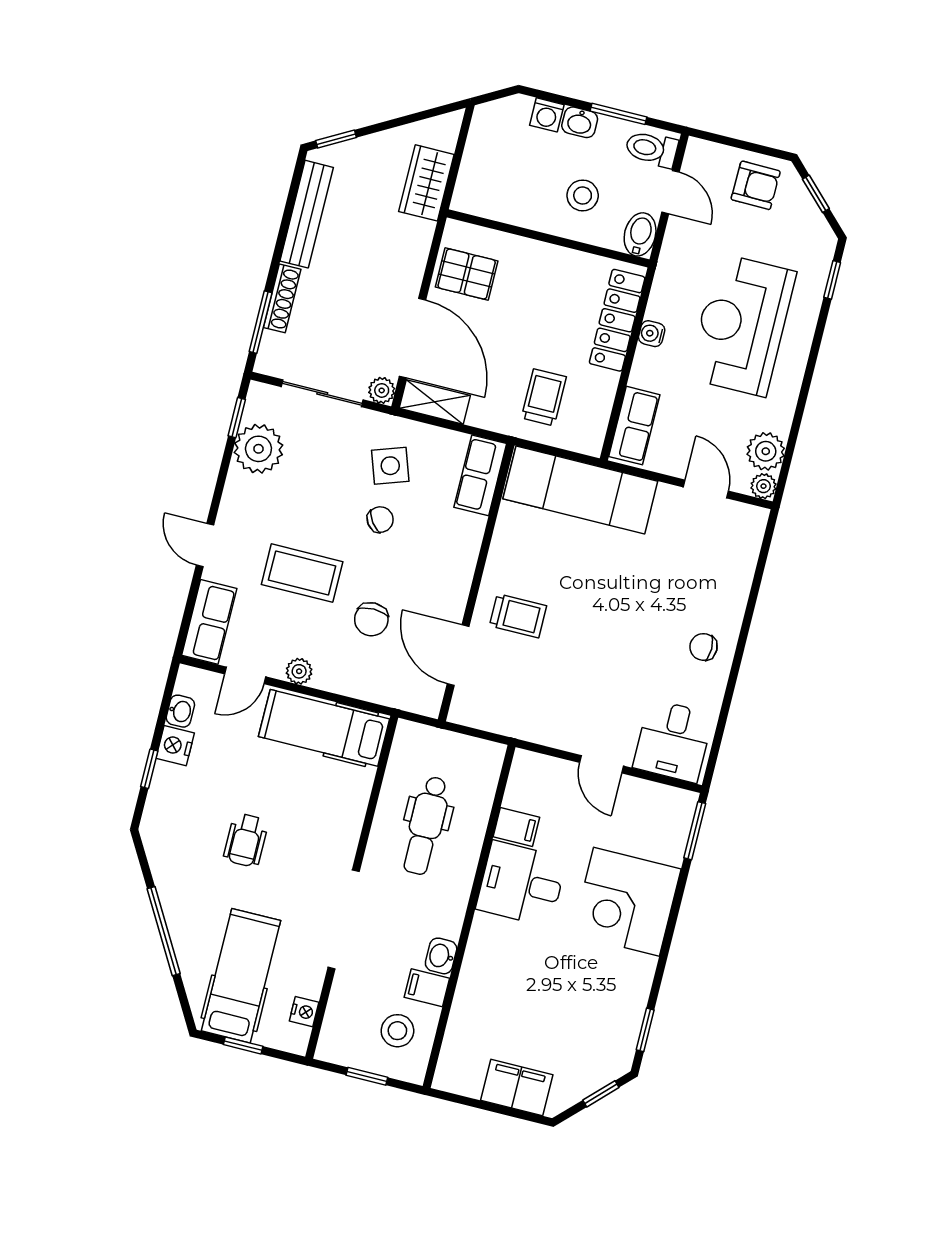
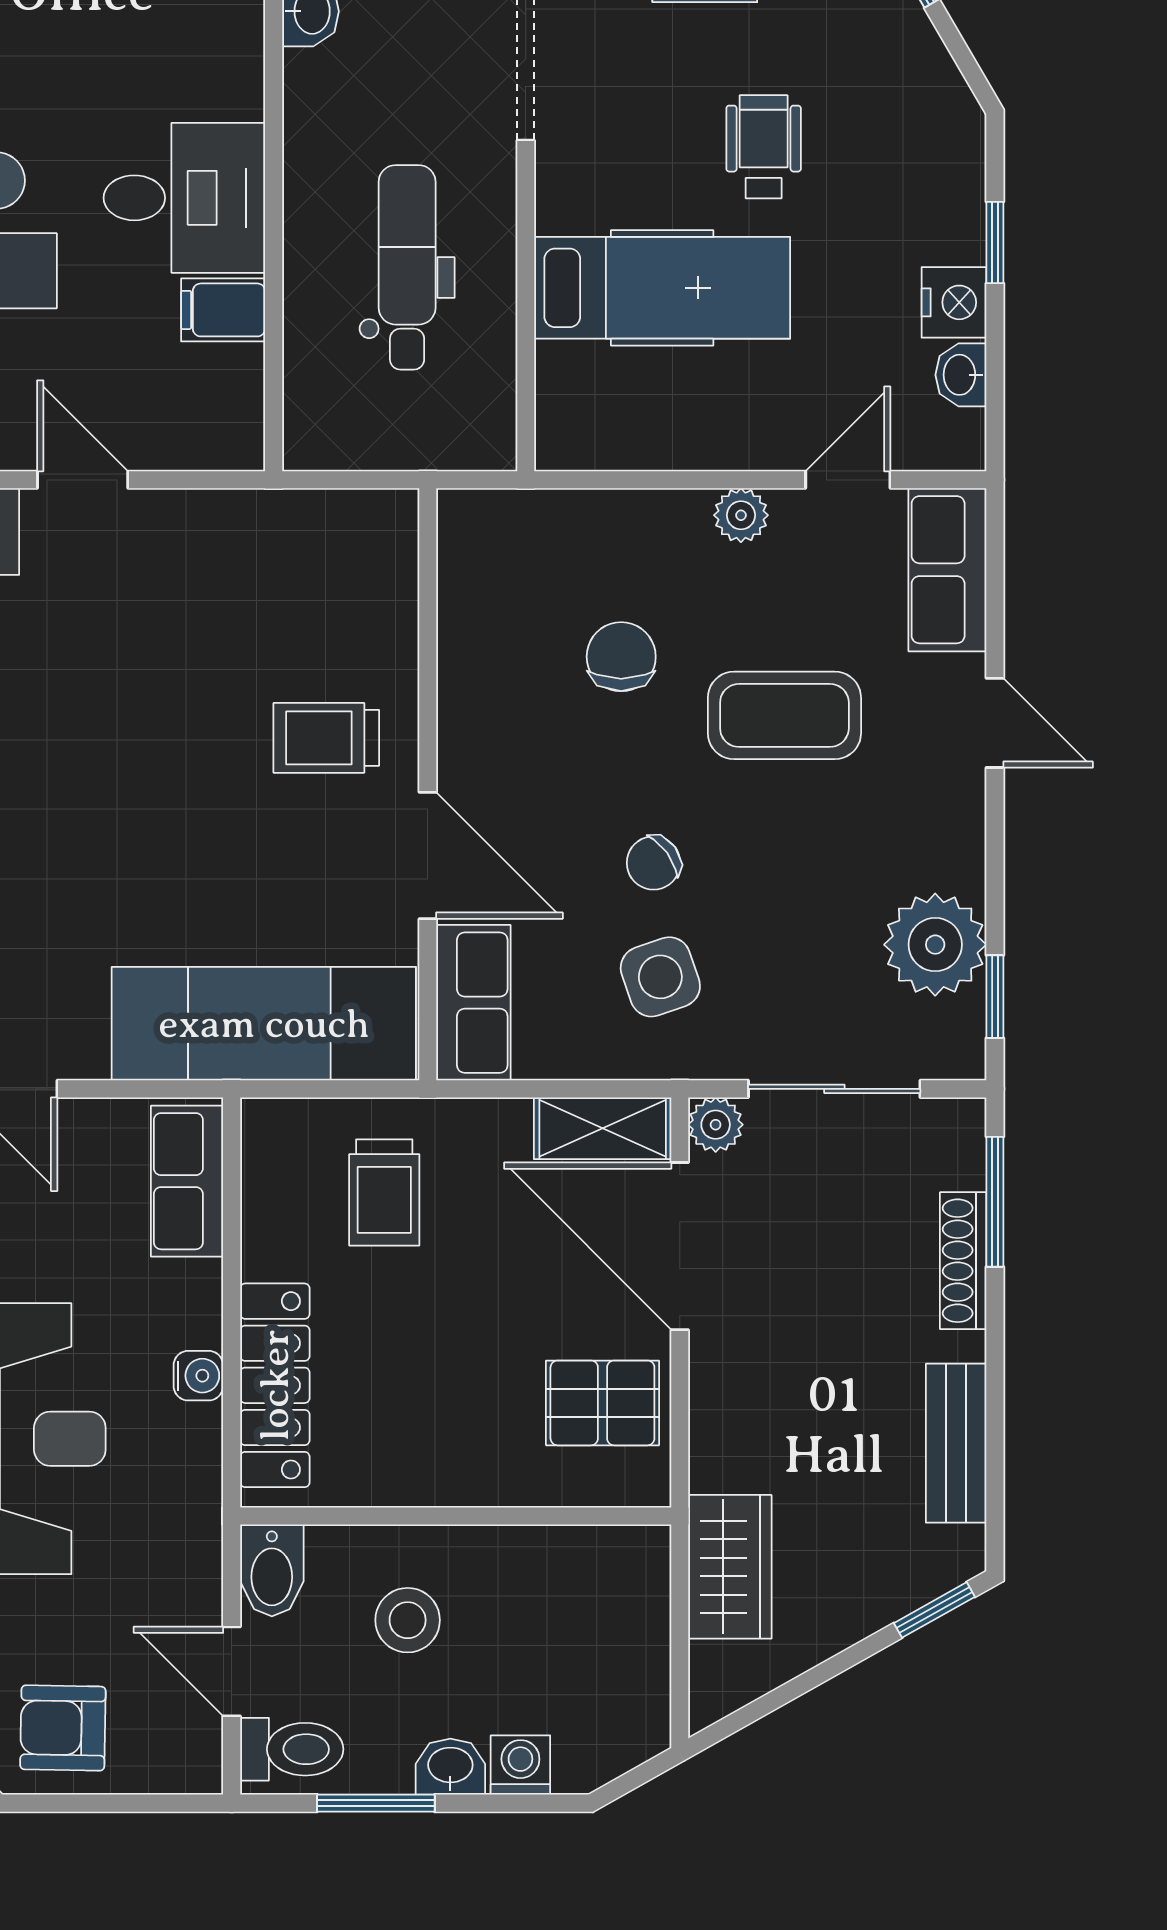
bench: (307, 214) -> (956, 1443), width x0.73
door: (458, 655) -> (428, 855), moved
hospital bed: (324, 728) -> (662, 288), moved

